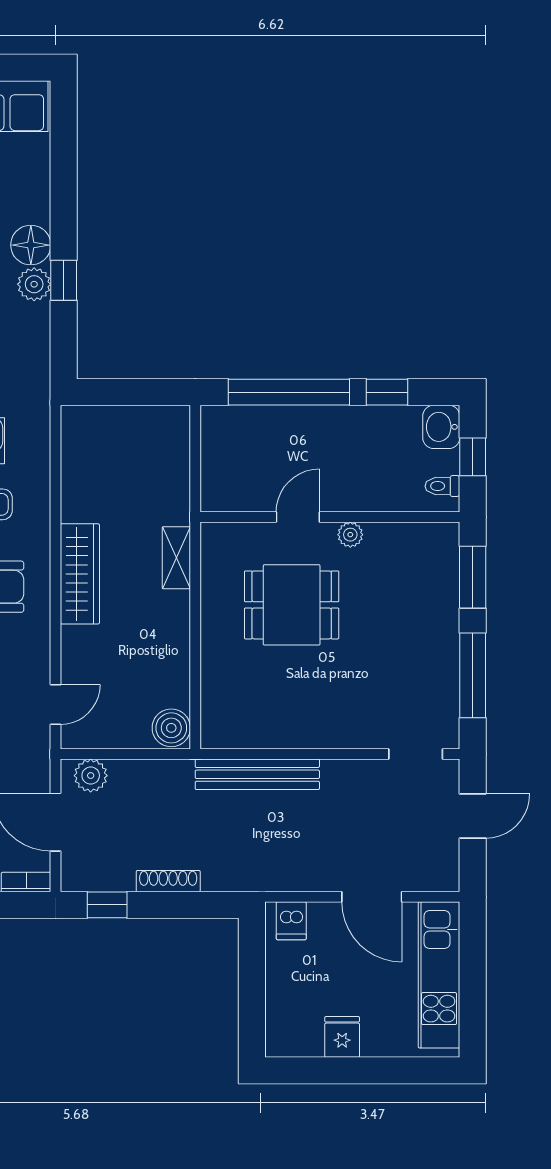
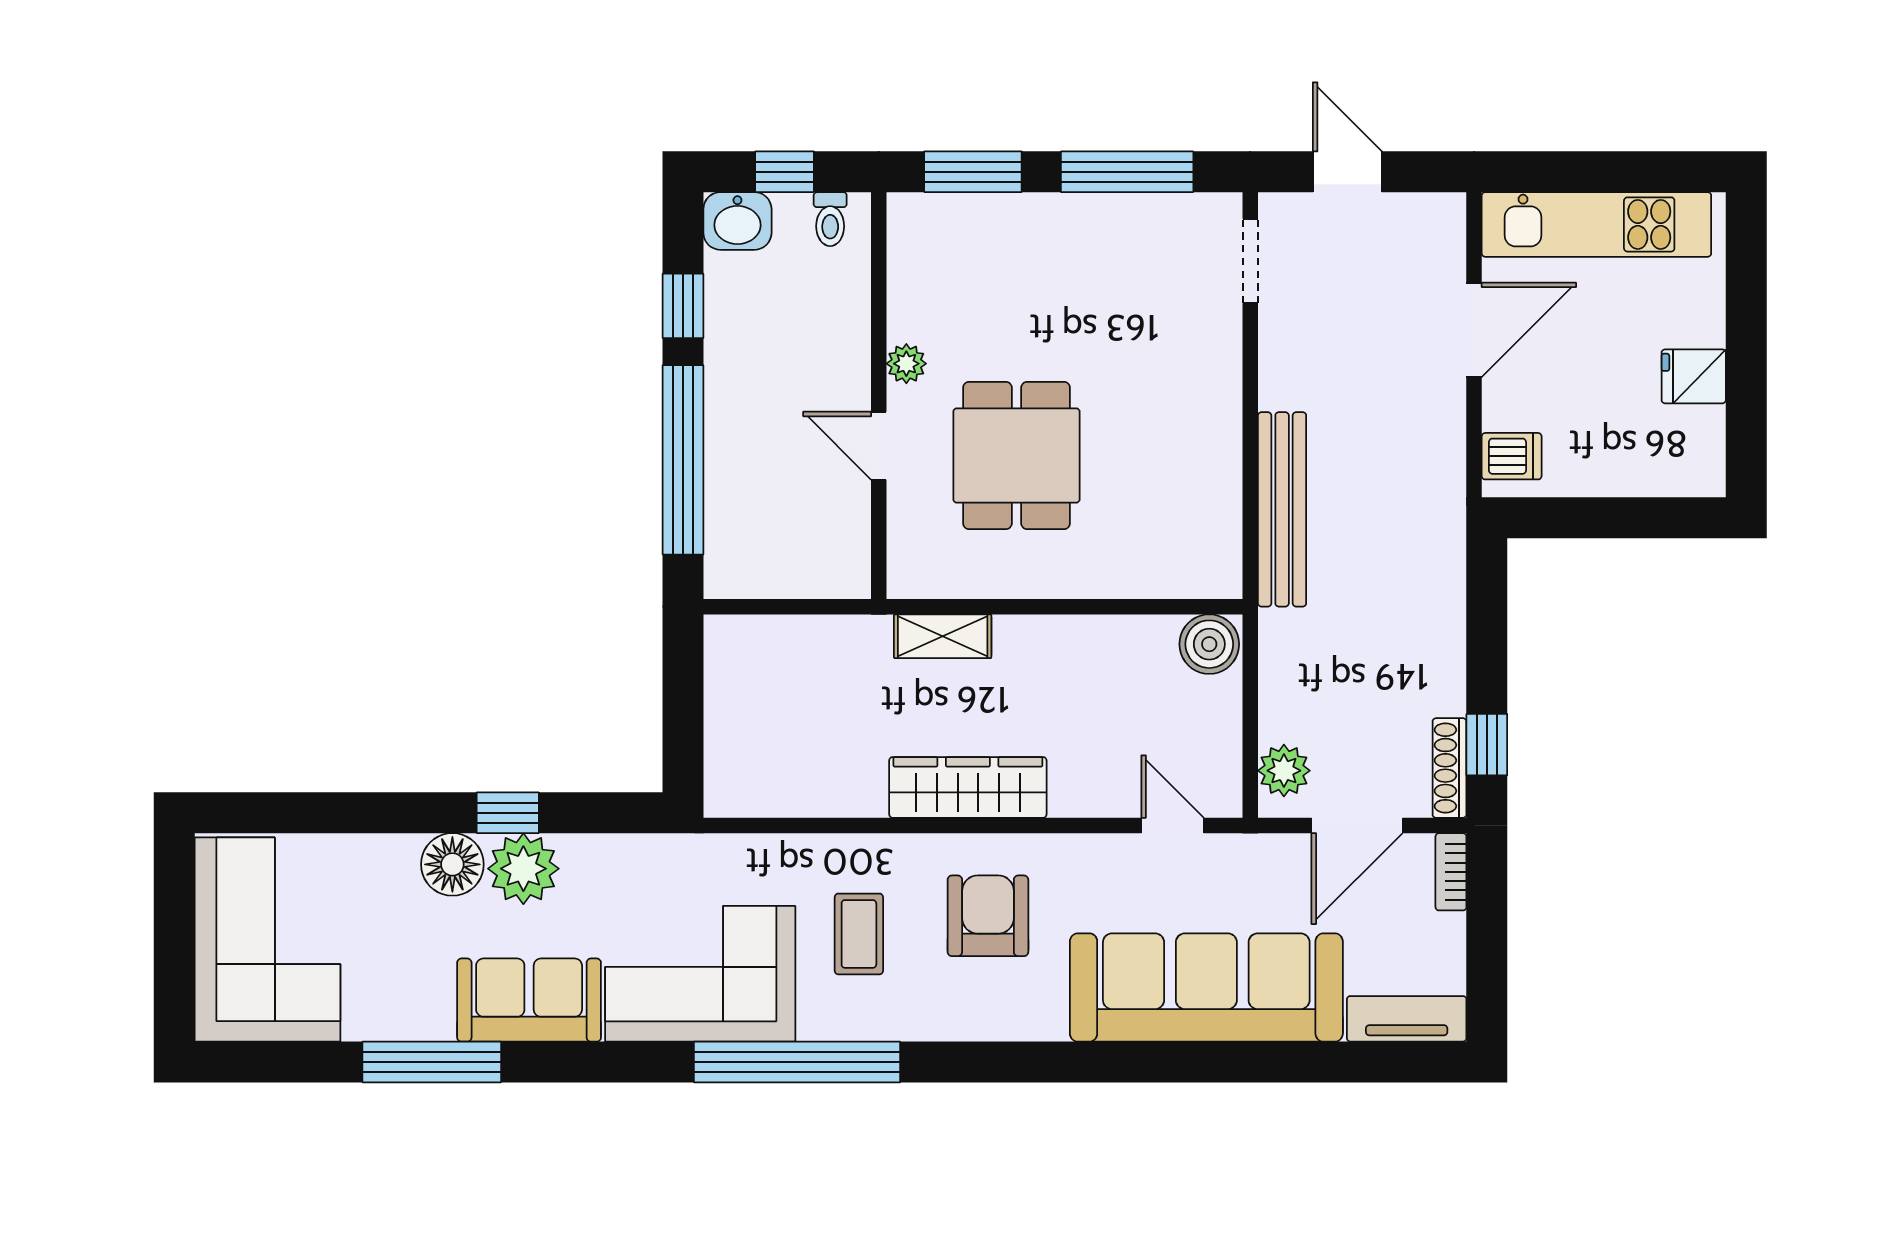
plant: (34, 284) -> (523, 869), width x1.36, depth x1.36
shoe rack: (168, 881) -> (1449, 768), moved

